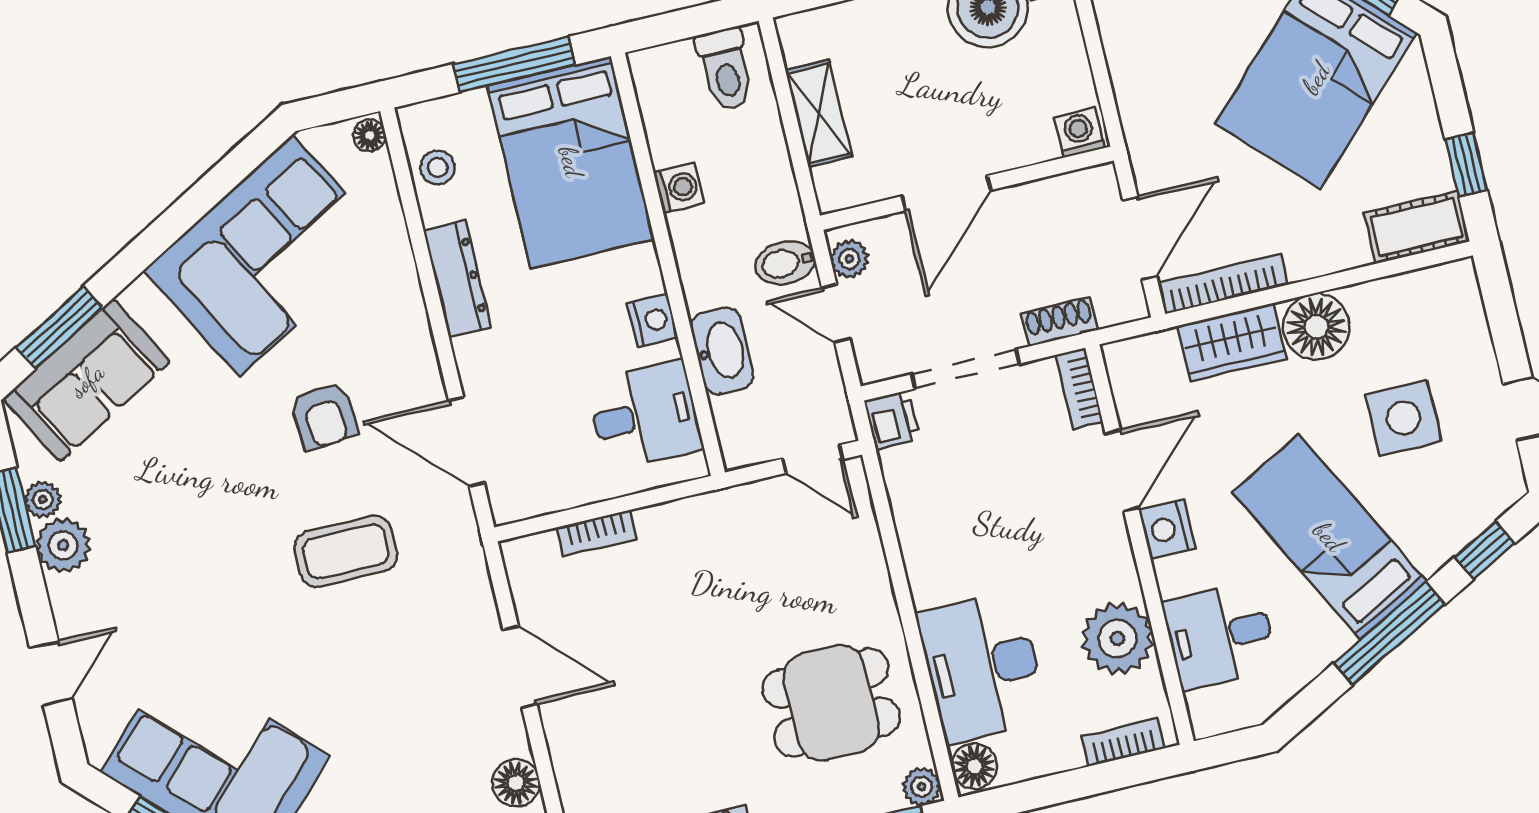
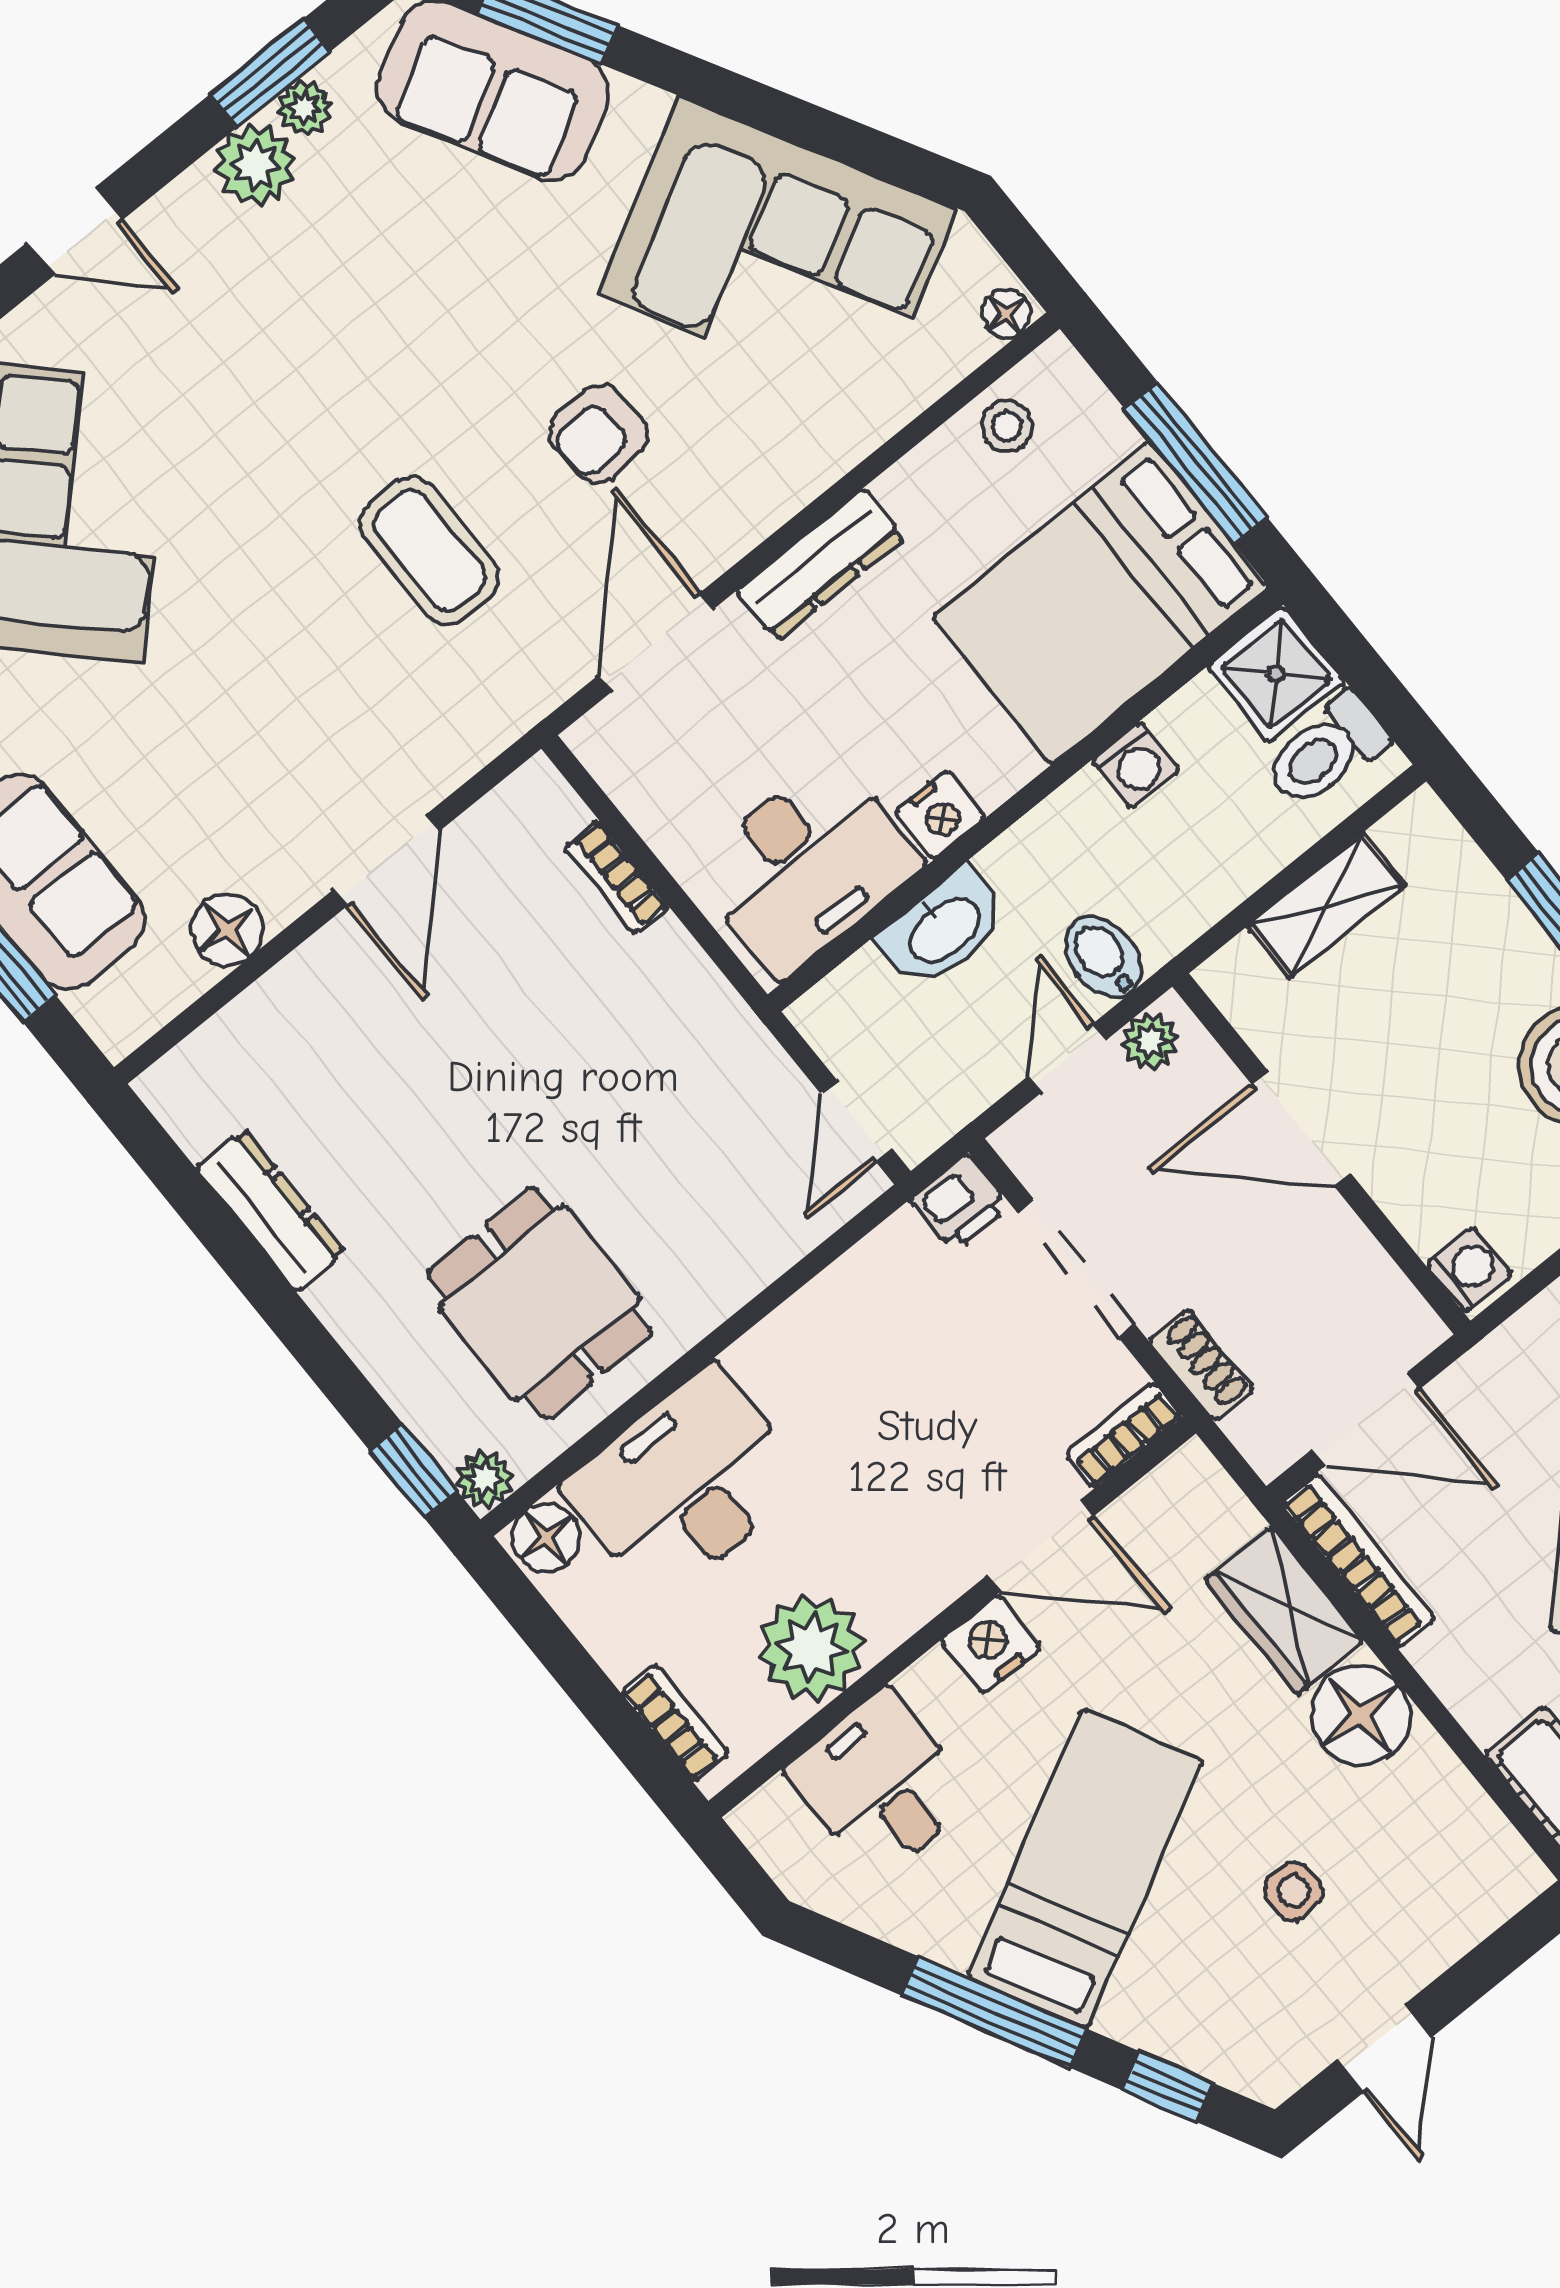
shower: (665, 77) -> (1276, 674), added
dresser: (457, 279) -> (820, 564), moved
desk: (645, 415) -> (806, 866), width x1.37
side table: (1403, 418) -> (1294, 1891), width x0.54, depth x0.54

